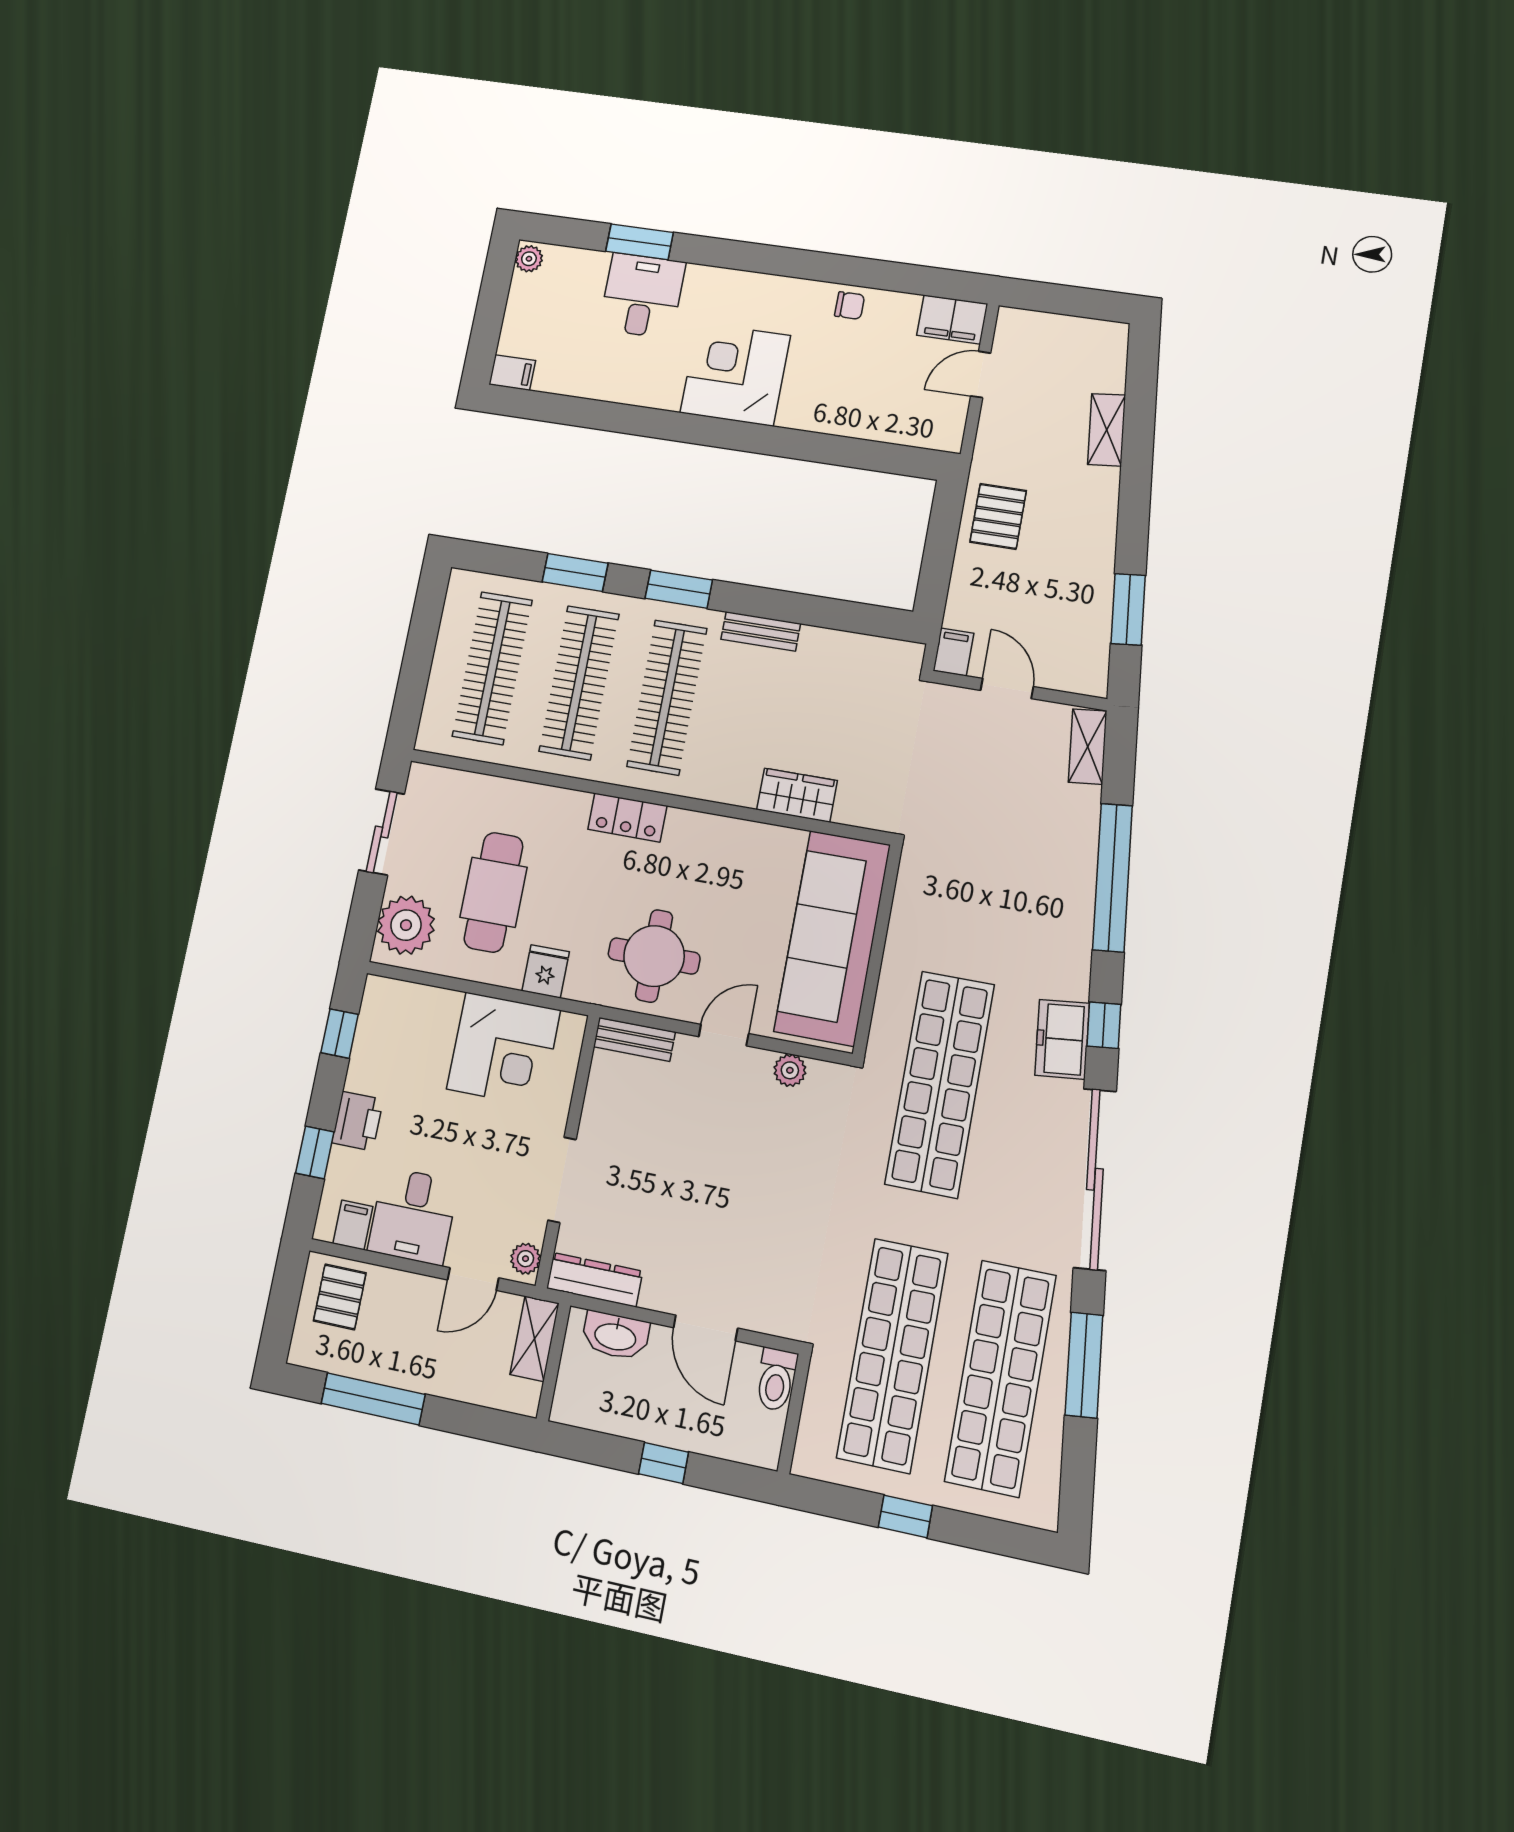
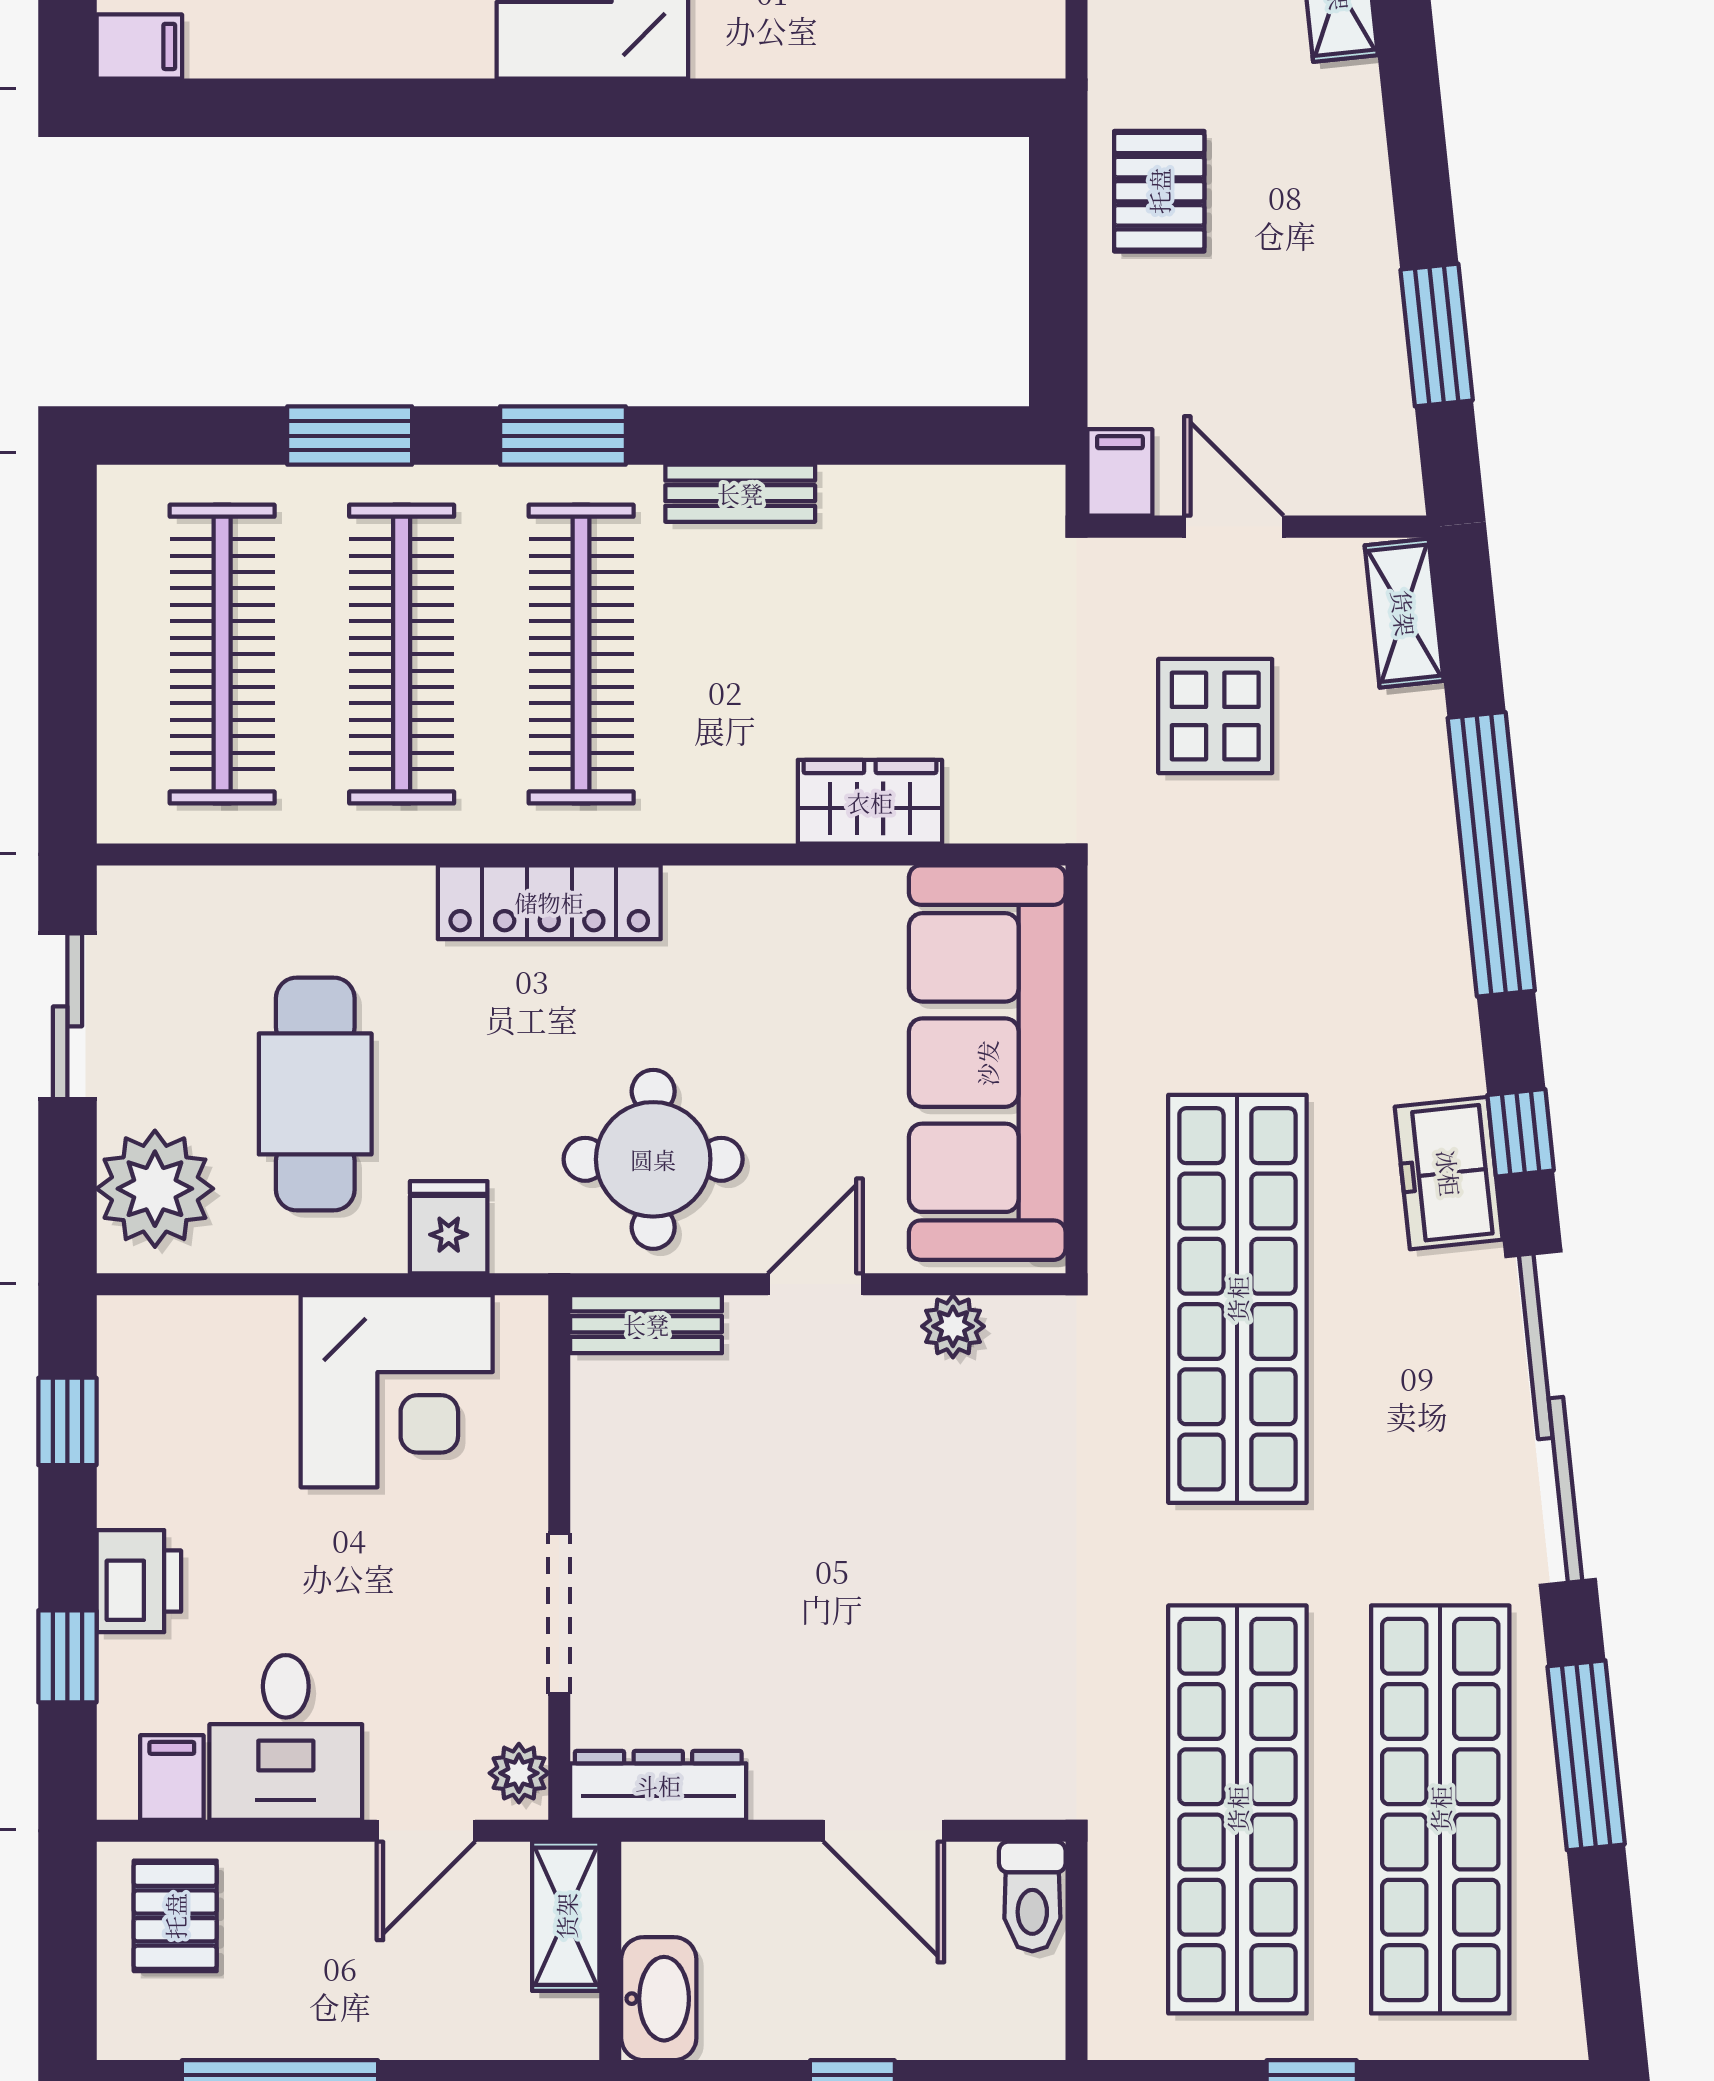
display table: (981, 782) -> (1215, 716), added
locker: (627, 817) -> (549, 902), width x1.53
washbasin: (615, 1336) -> (659, 1999), moved, turned -90

